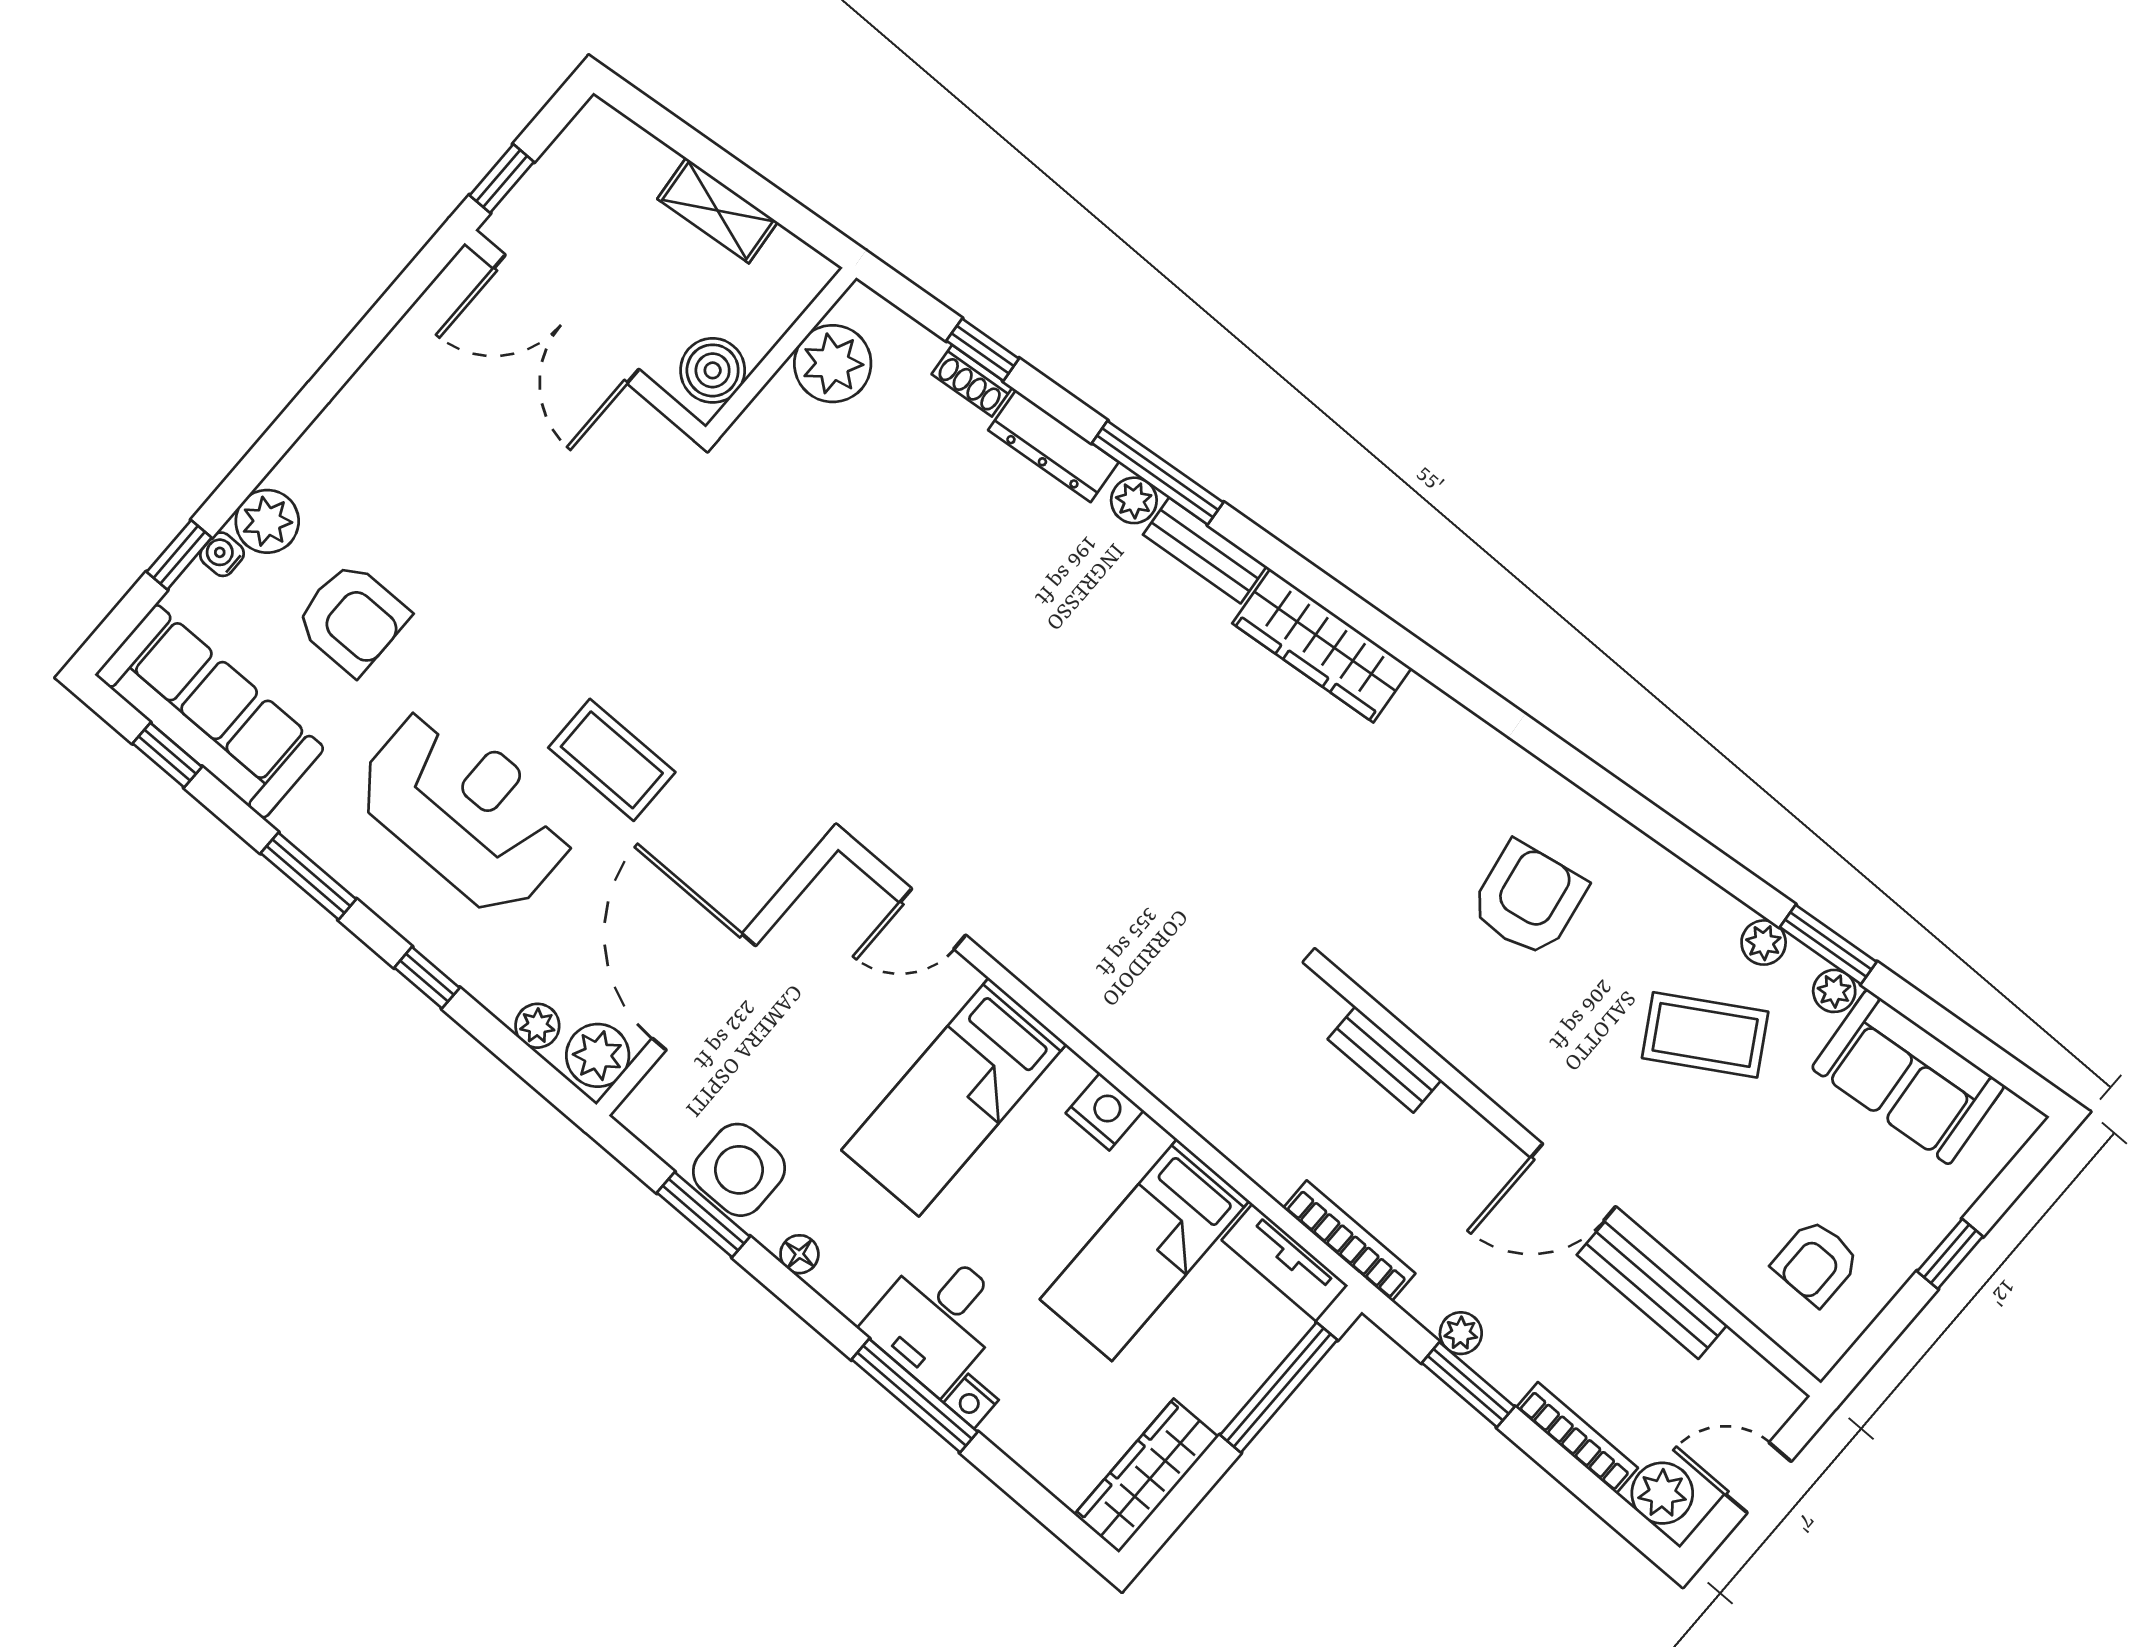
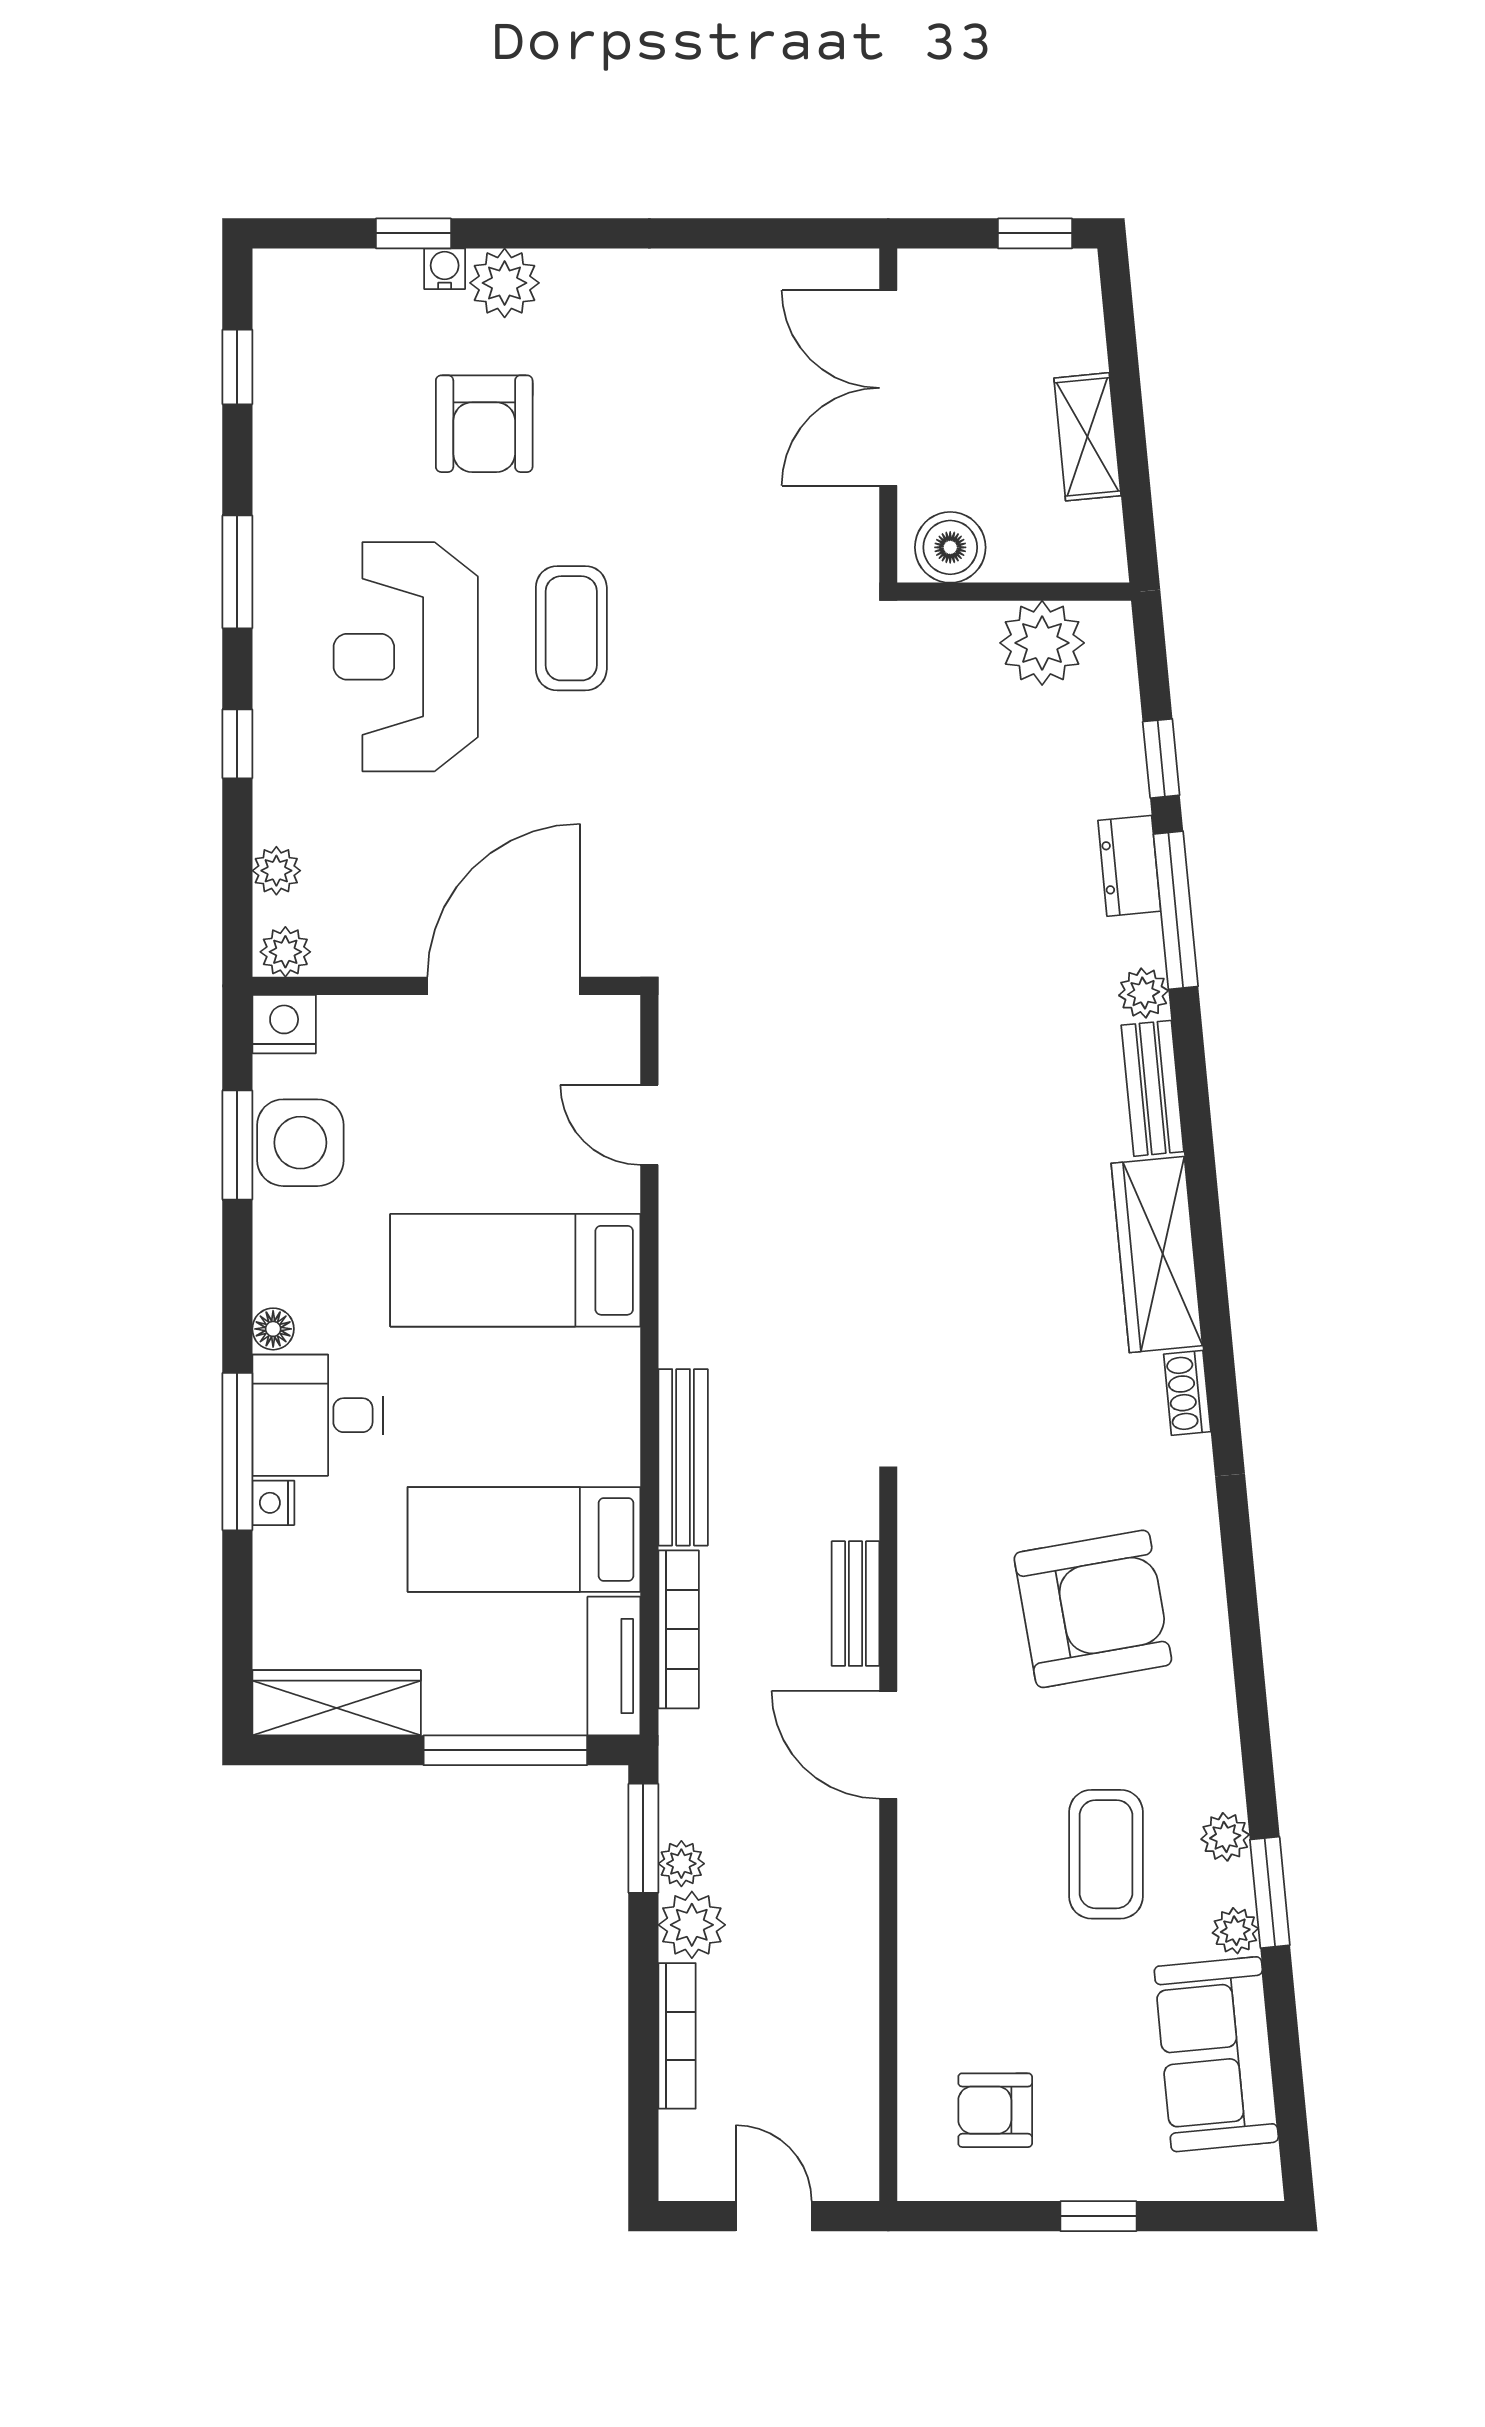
window: (502, 179) -> (1035, 233), moved
shoe rack: (972, 381) -> (1187, 1393), moved
dresser: (1053, 446) -> (1129, 866), width x0.70
window: (1158, 473) -> (1176, 910), moved
sofa: (210, 711) -> (305, 371), removed
coffee table: (612, 760) -> (571, 628), moved
reception desk: (466, 810) -> (406, 657), turned 180
armchair: (1528, 899) -> (1093, 1609), width x1.36, depth x1.36
door: (704, 992) -> (504, 986), moved
coffee table: (1705, 1035) -> (1106, 1854), turned 31
plant: (598, 1055) -> (285, 952), width x0.73, depth x0.73
nightstand: (1105, 1112) -> (284, 1024), moved, turned -90
door: (1573, 1182) -> (888, 1745), moved
bookcase: (1349, 1241) -> (679, 1629), moved
floor lamp: (799, 1254) -> (273, 1329), moved
bench: (1652, 1290) -> (683, 1457), moved
window: (1468, 1385) -> (643, 1838), moved
plant: (1662, 1493) -> (692, 1925), moved

